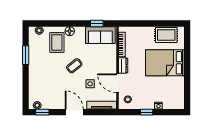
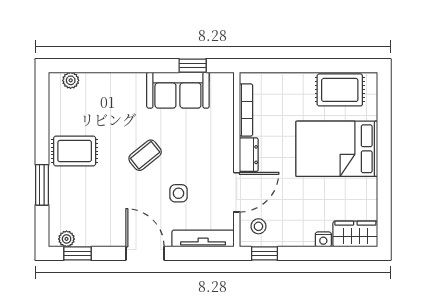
floor lamp: (70, 31) -> (135, 82), removed
sofa: (100, 35) -> (178, 90), moved
rug: (57, 42) -> (75, 151), moved, turned 90
window: (26, 55) -> (42, 185), moved
door: (118, 83) -> (237, 192), swing flipped
wardrobe: (174, 103) -> (355, 234), added
window: (147, 112) -> (264, 253), moved

